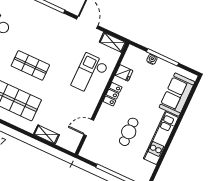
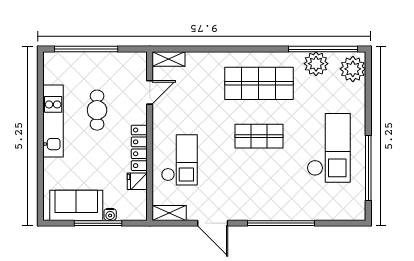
locker: (112, 94) -> (139, 148), width x1.53
sofa: (177, 95) -> (76, 205), moved, turned -90
shelving: (46, 134) -> (169, 59), moved

